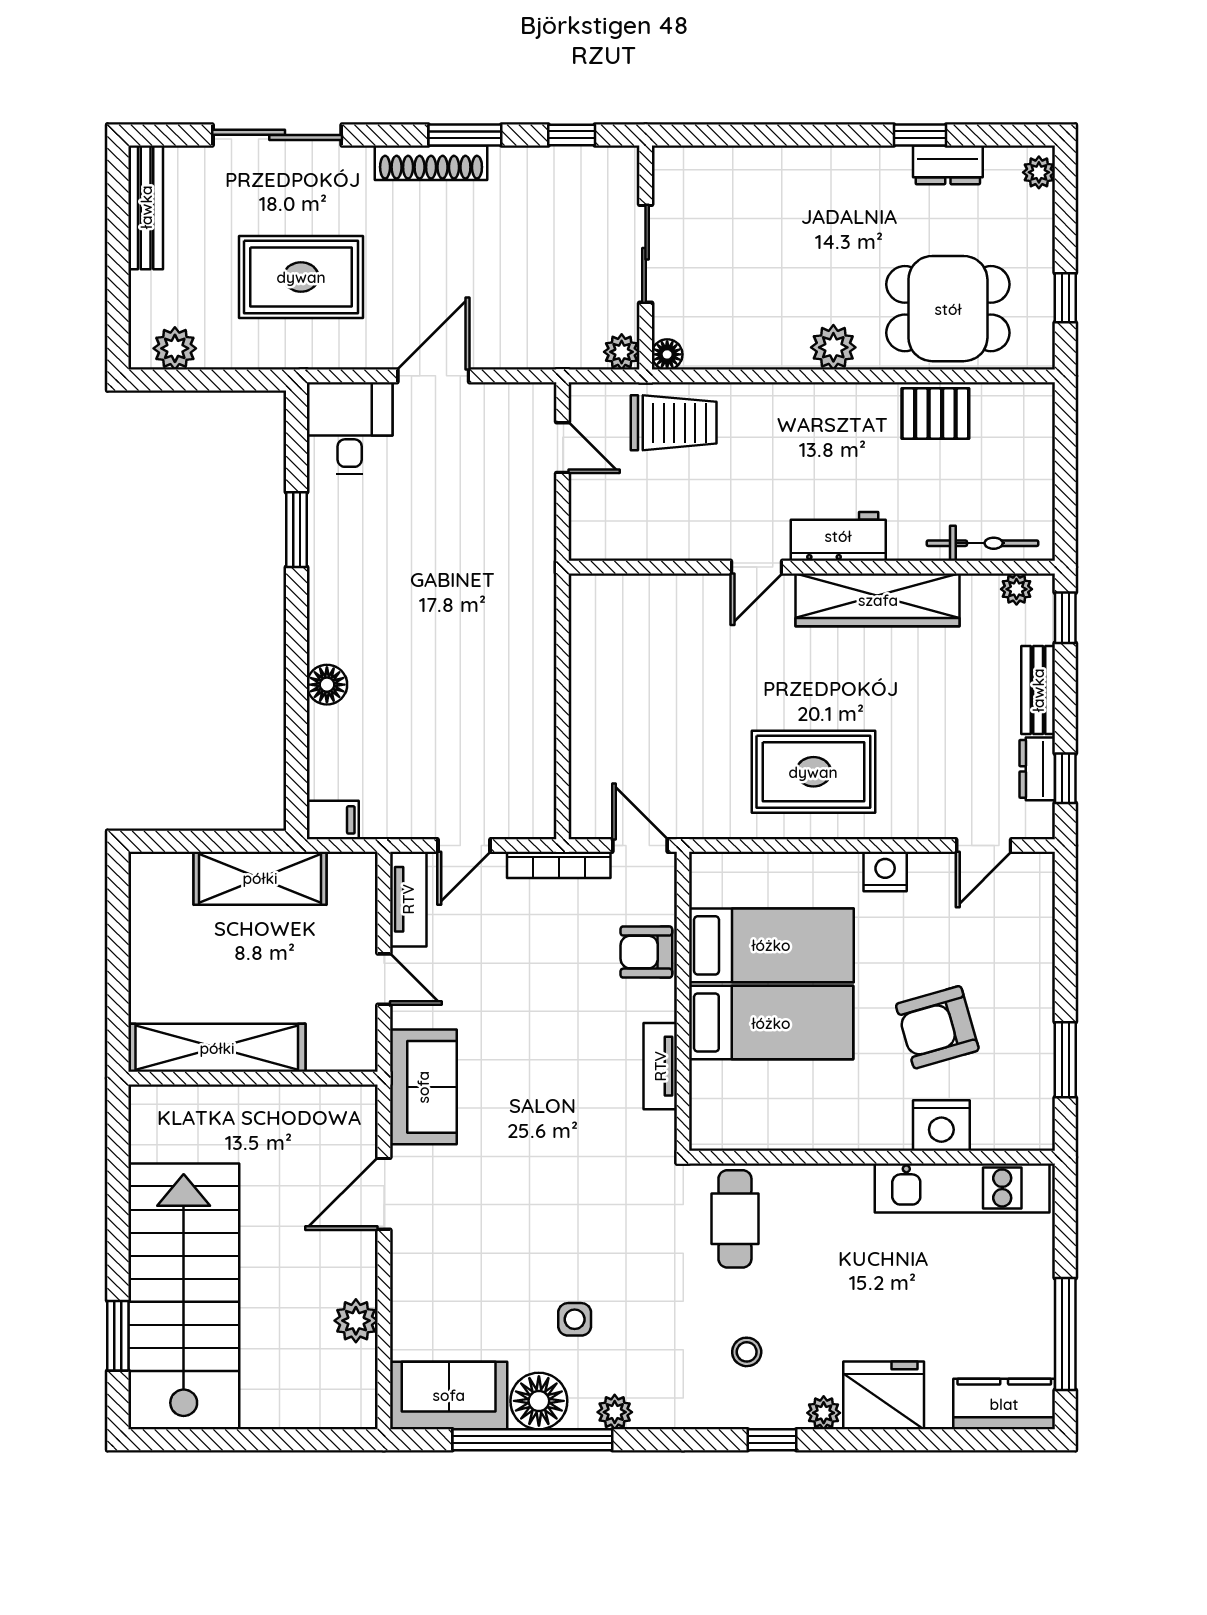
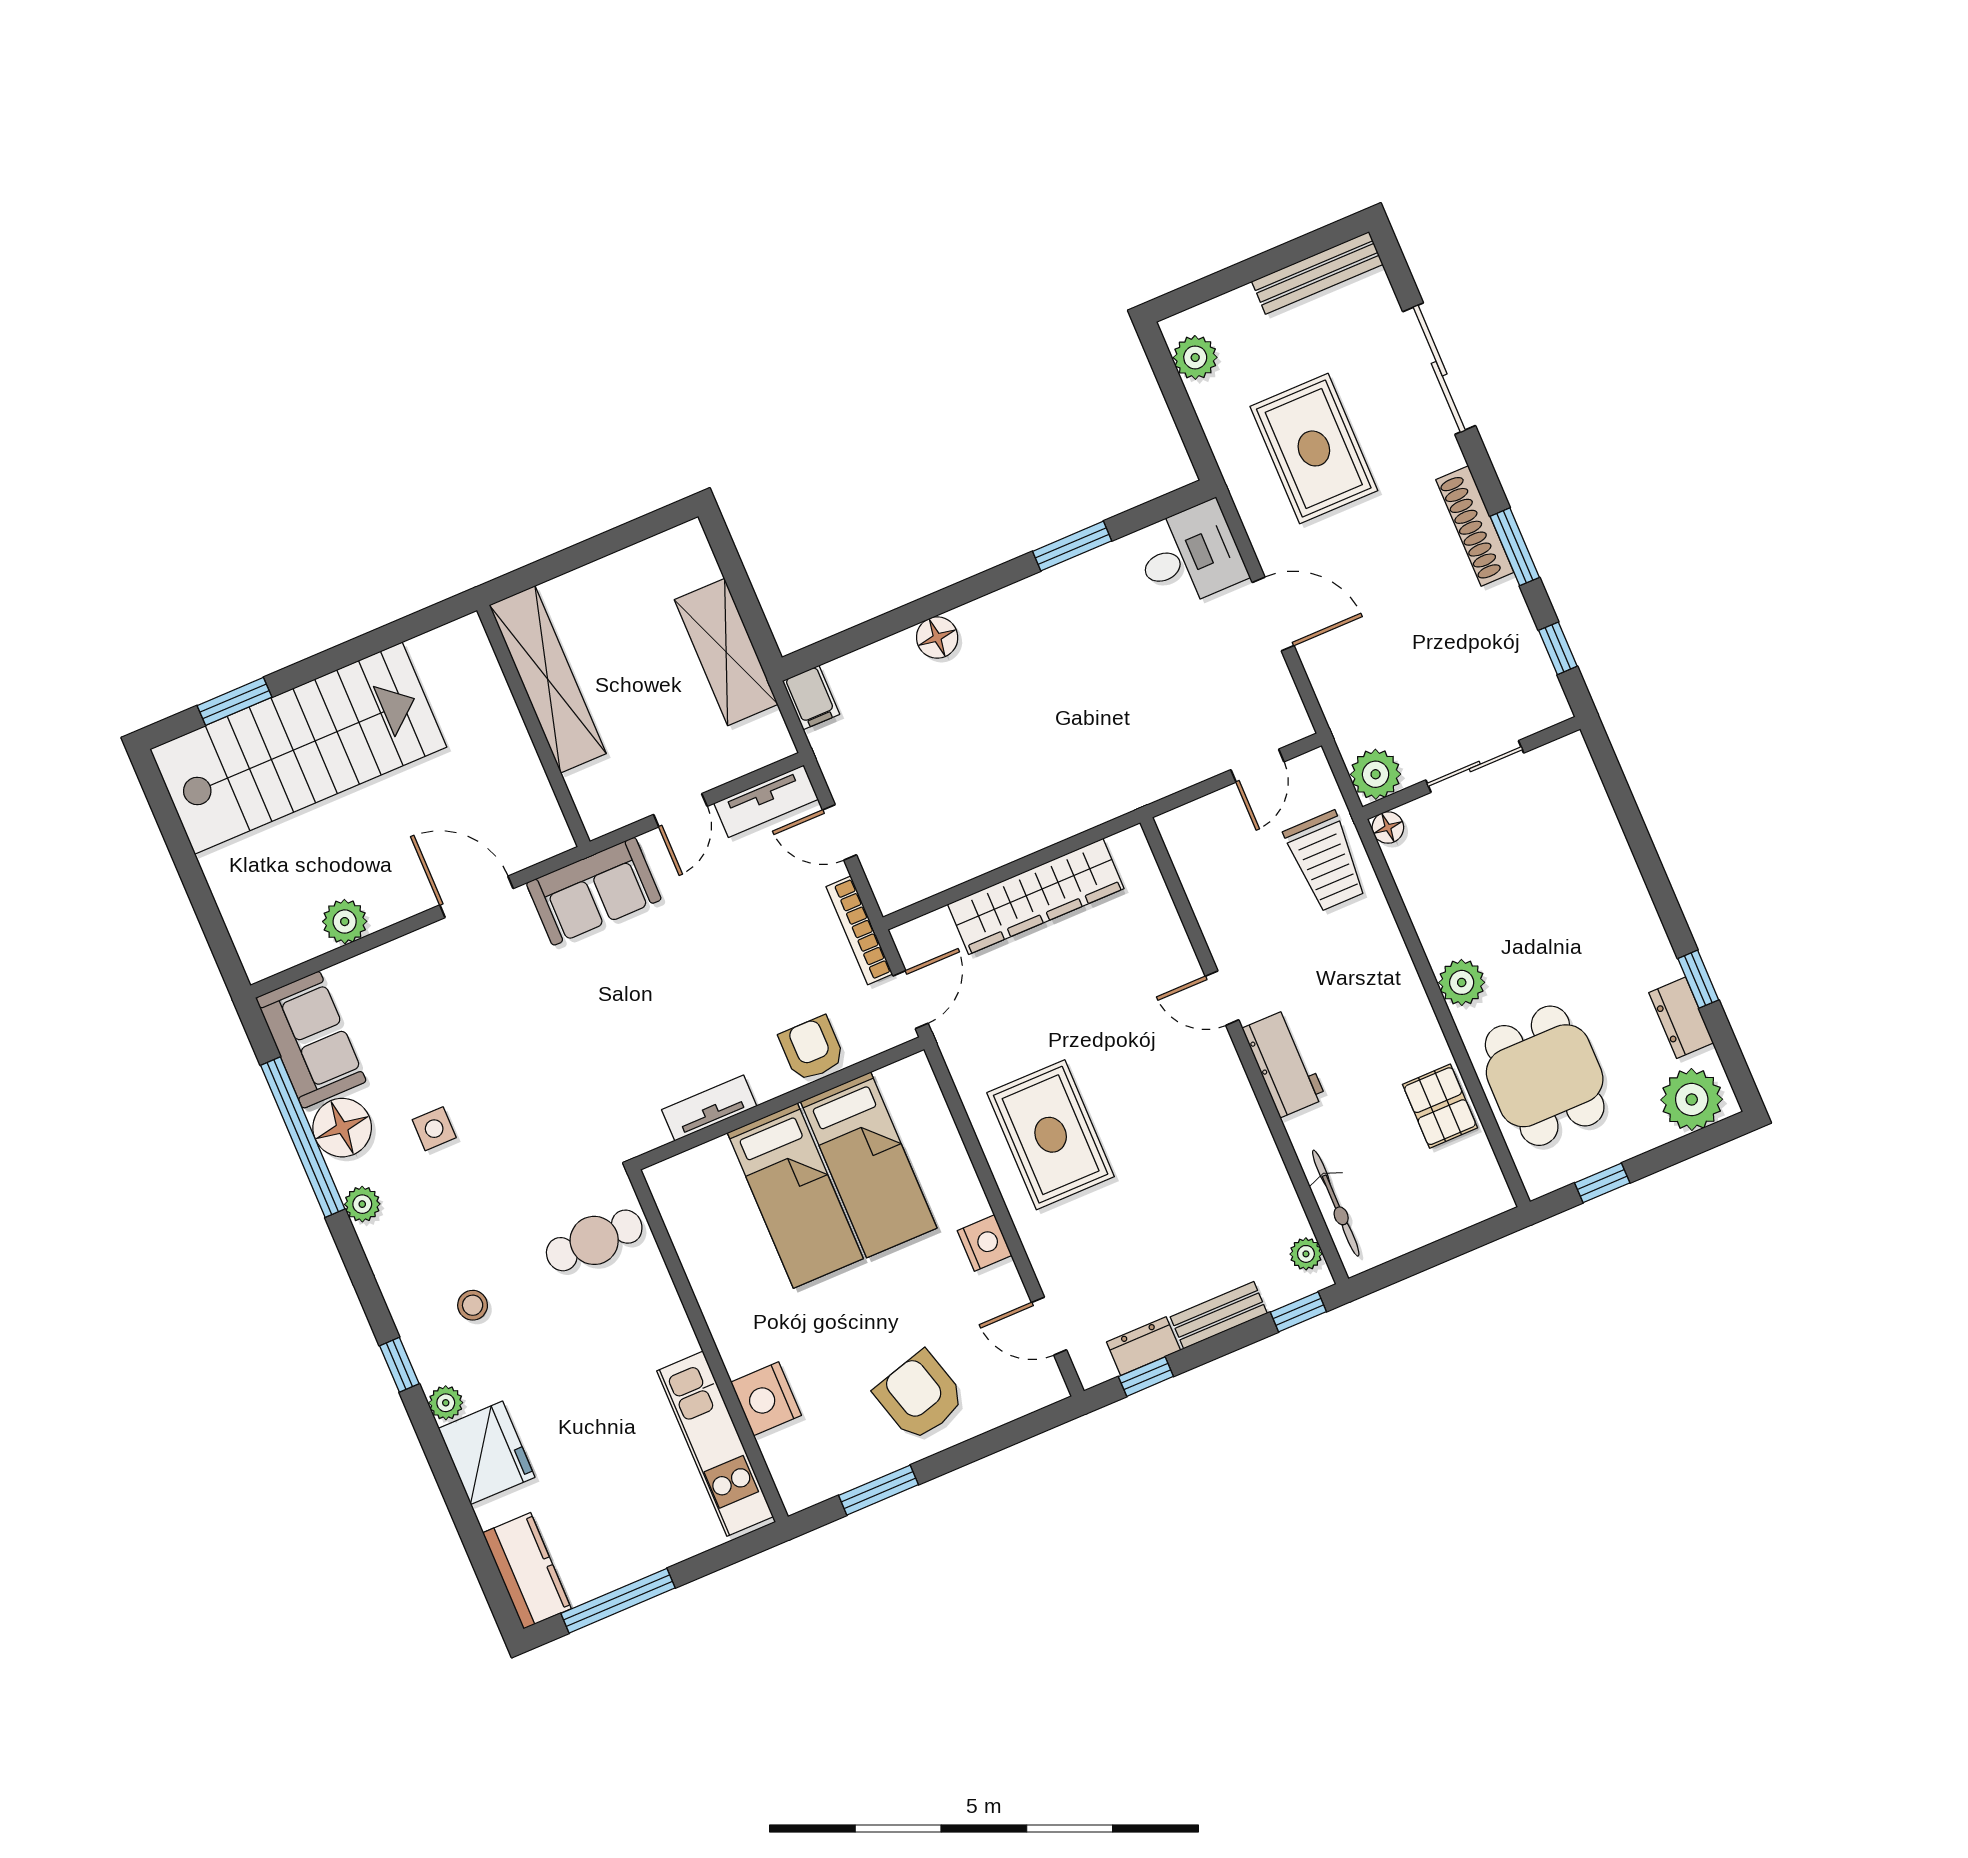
plant: (1039, 172) -> (1692, 1100), width x1.88, depth x1.88
plant: (622, 352) -> (1376, 774), width x1.38, depth x1.38
wardrobe: (878, 600) -> (1036, 896), moved, turned -90
armchair: (937, 1027) -> (920, 1396), moved

